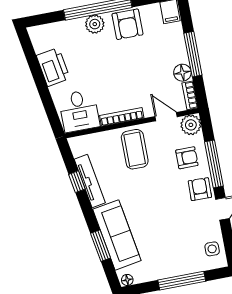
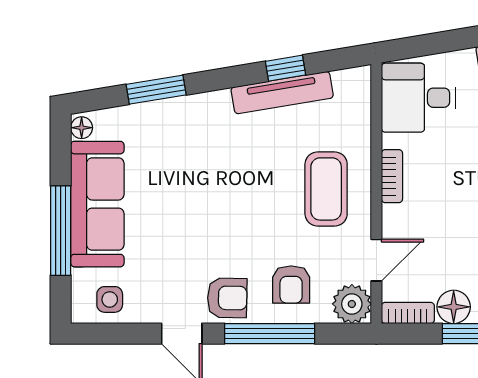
bookcase: (122, 117) -> (392, 176), width x0.64
coffee table: (135, 149) -> (326, 189), turned 90
sofa: (117, 235) -> (97, 204), moved, turned -81

